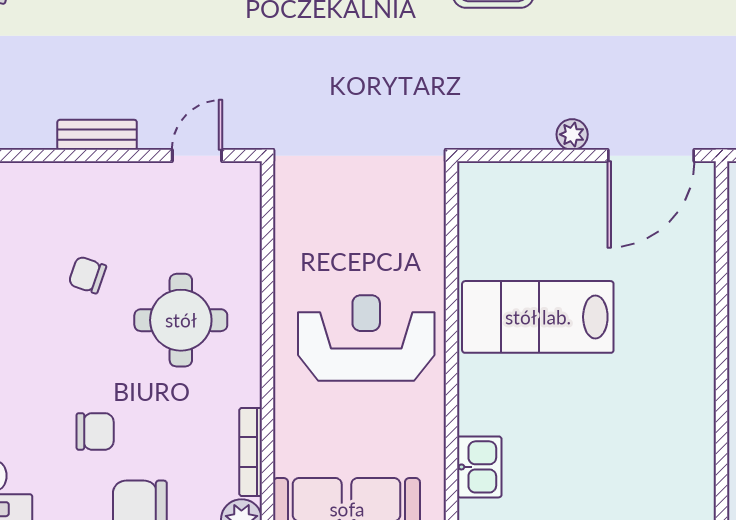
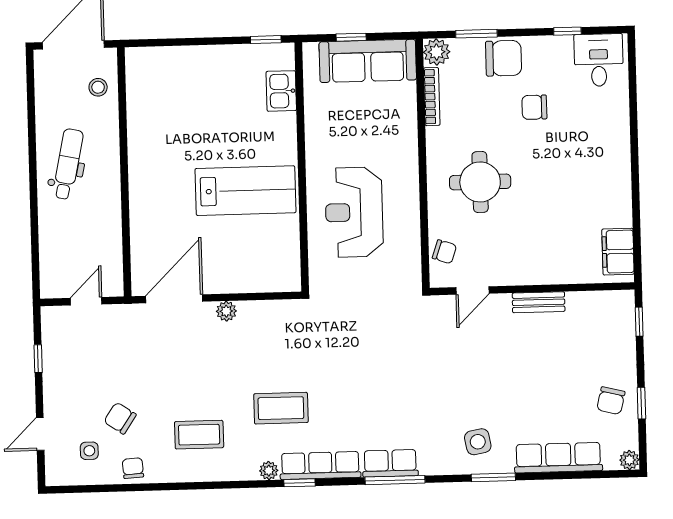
chair: (87, 275) -> (444, 252), moved
reception desk: (366, 338) -> (354, 212), moved, turned 90

